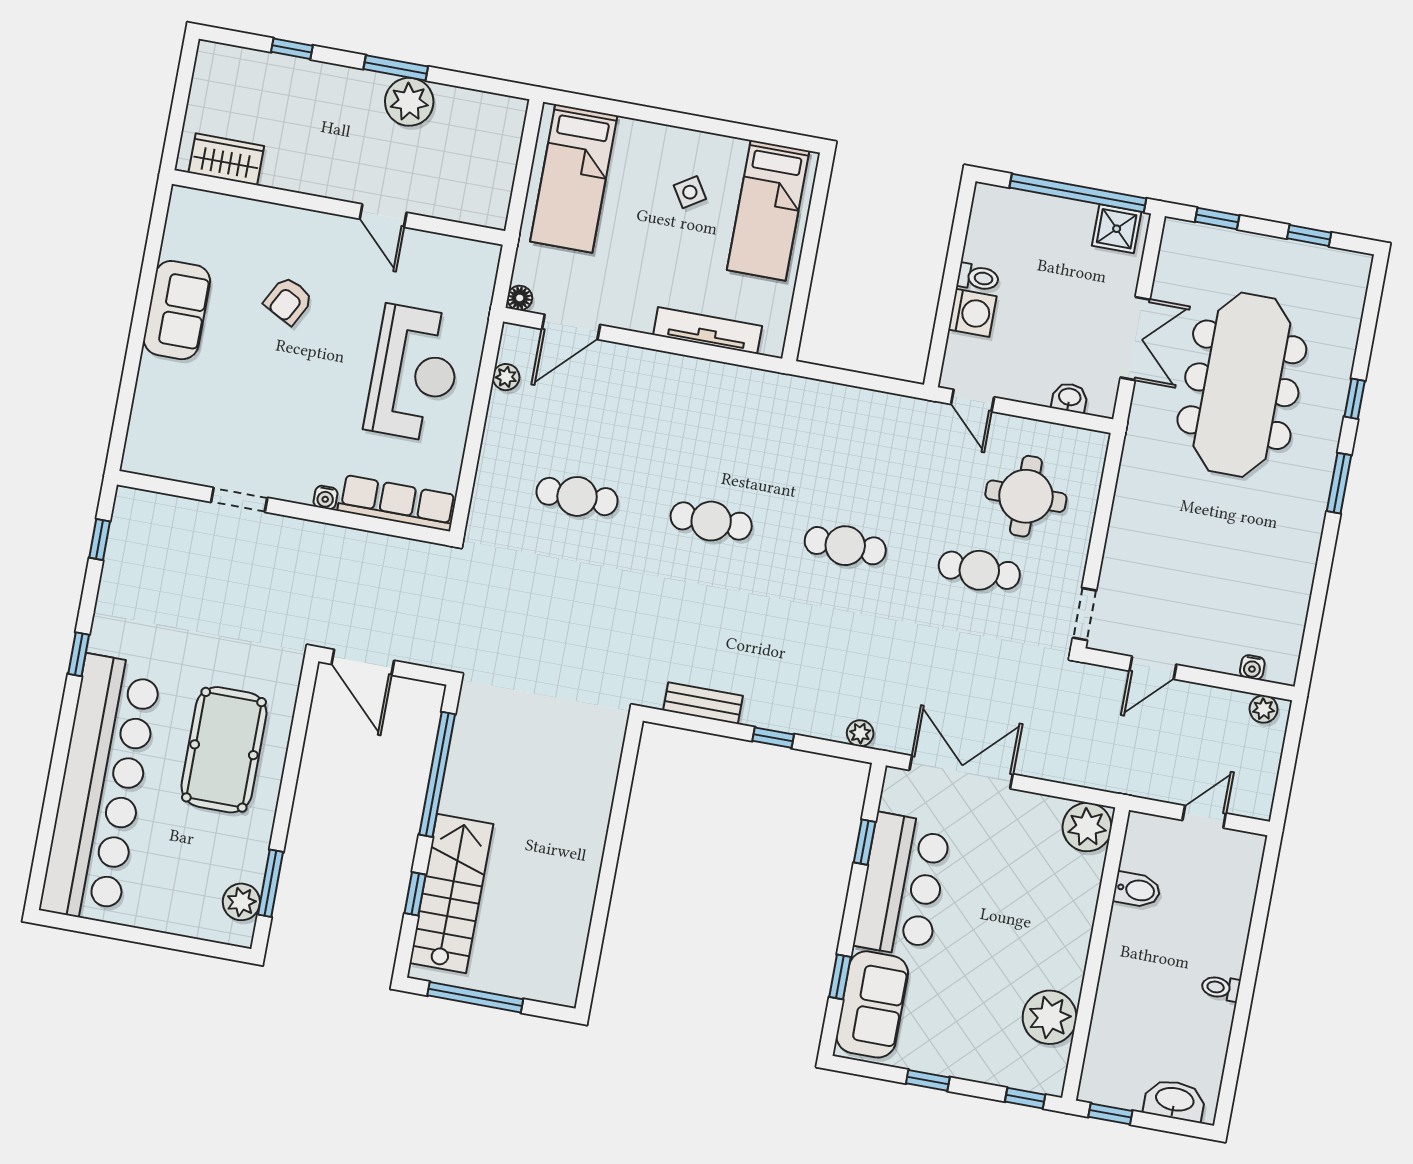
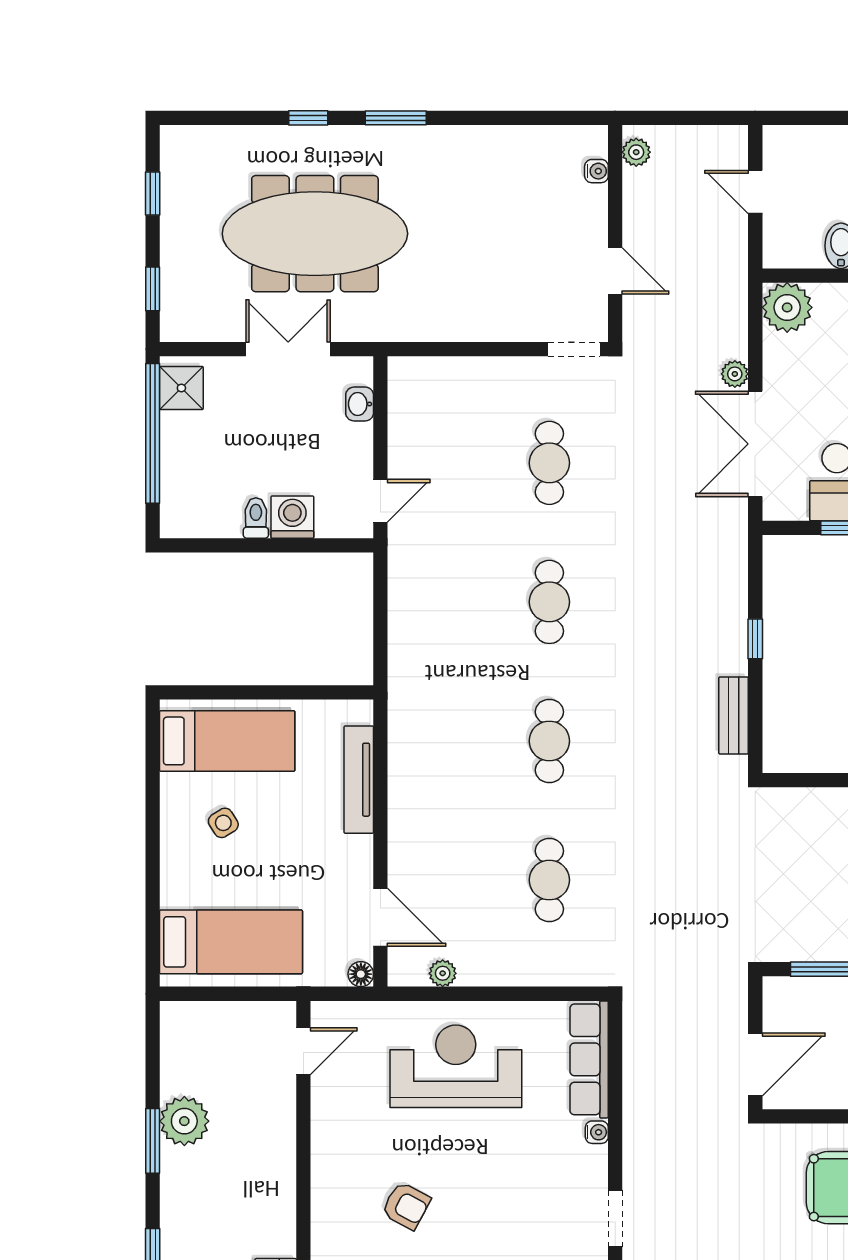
door: (383, 216) -> (303, 1051), moved
round table: (1026, 496) -> (466, 430), removed
plant: (860, 733) -> (735, 374), moved

